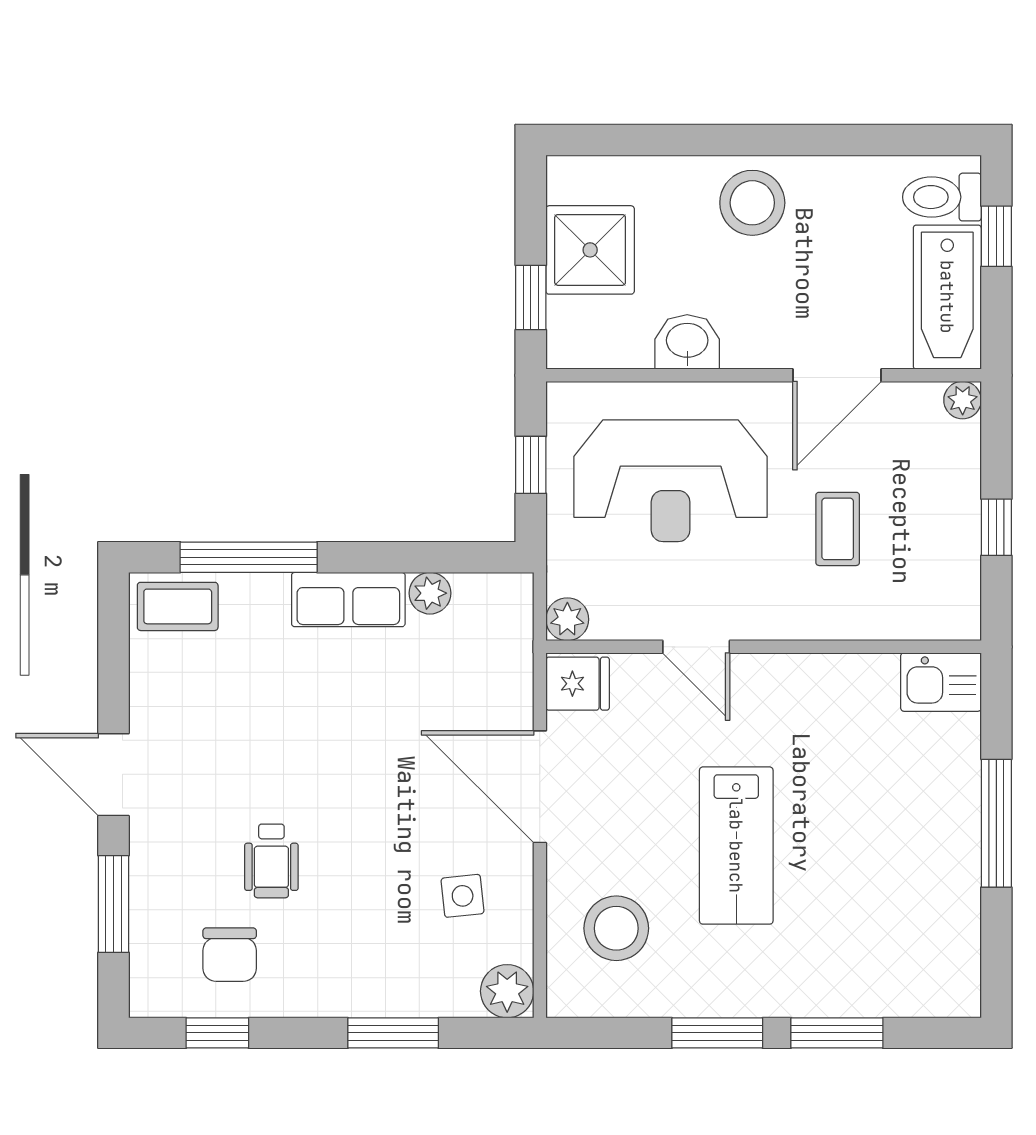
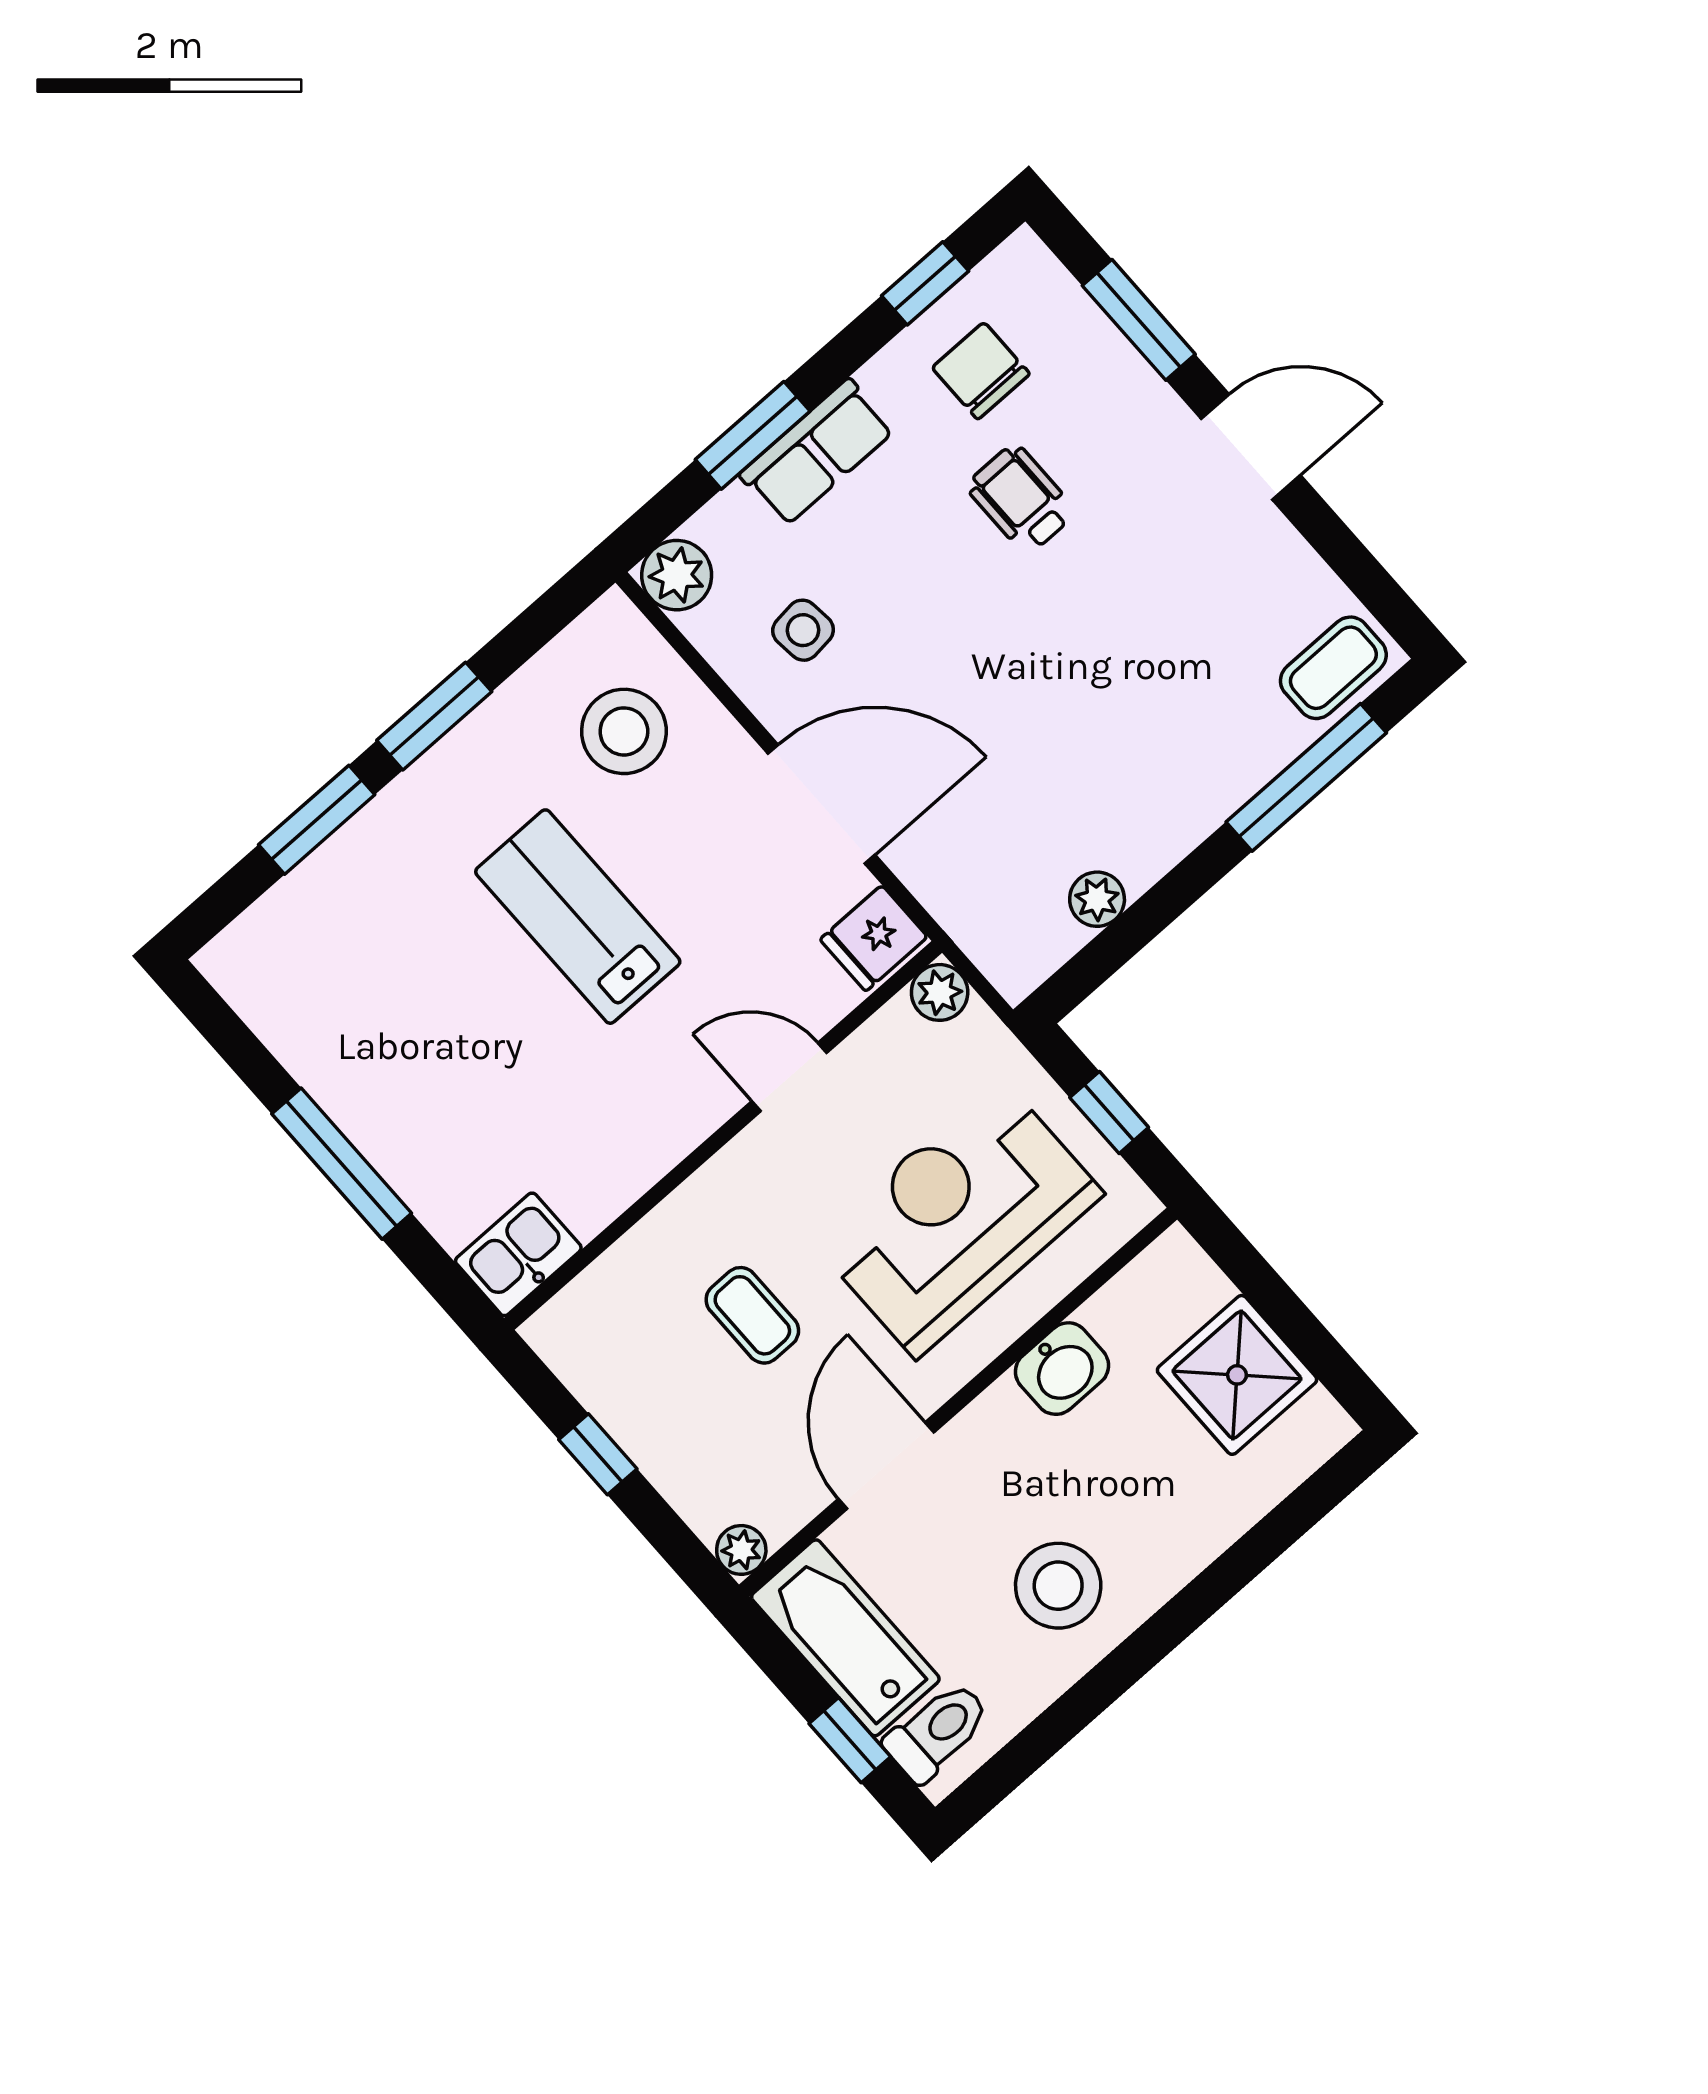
stool: (752, 203) -> (1058, 1586), moved
window: (531, 298) -> (1254, 1277), removed
row of seats: (348, 600) -> (817, 452), moved, turned 180

